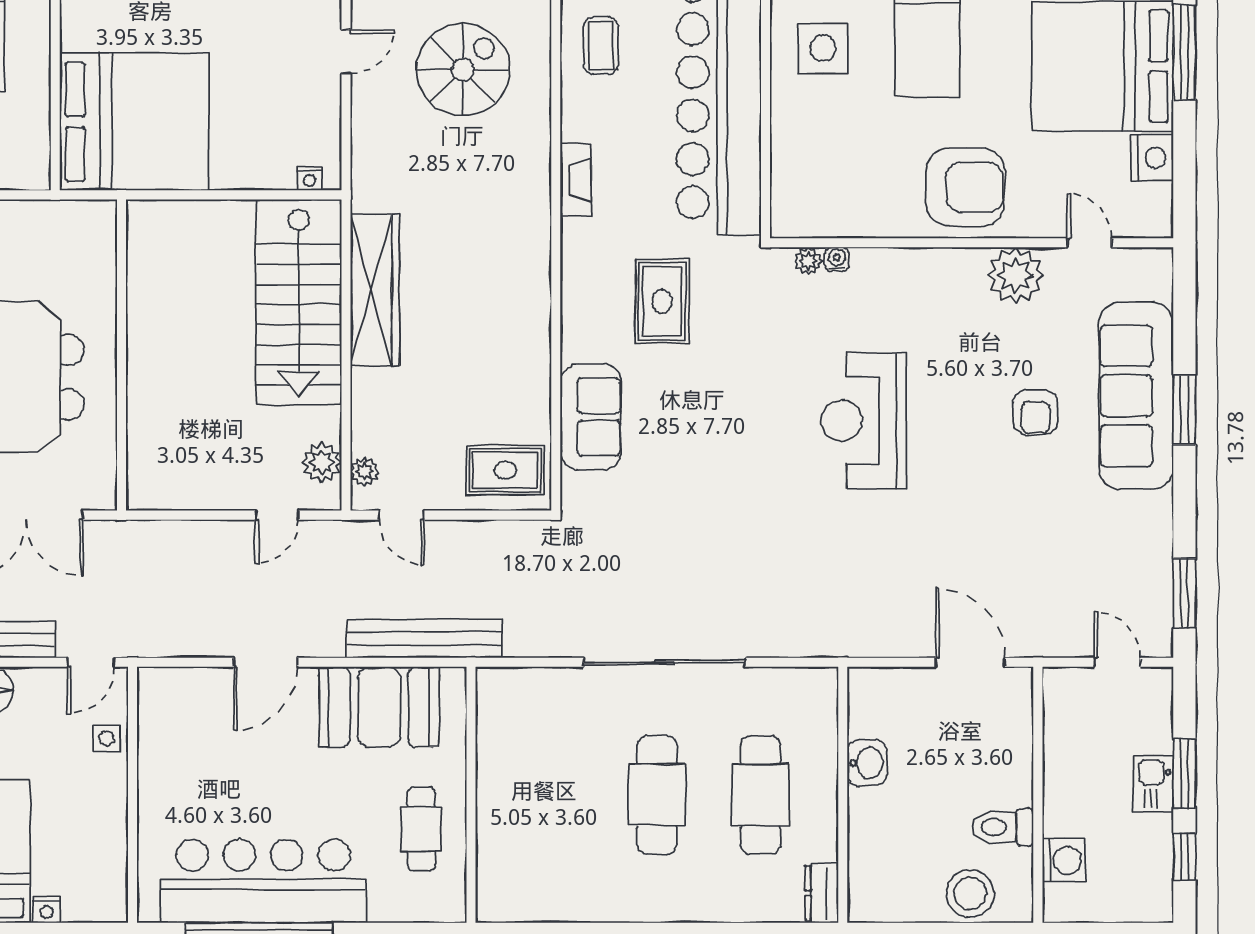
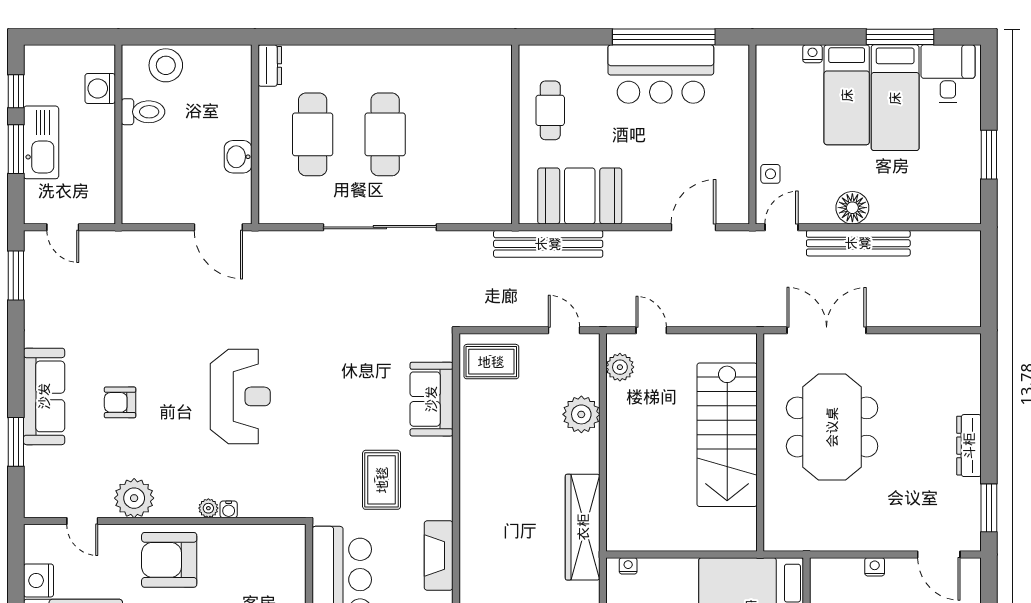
fireplace: (576, 180) -> (439, 556), width x1.37, depth x1.32
water cooler: (837, 259) -> (229, 509), moved
plant: (808, 261) -> (208, 508), moved
wardrobe: (375, 290) -> (583, 527), moved
stairs: (299, 302) -> (727, 435), moved, turned 180
sofa: (1136, 396) -> (44, 396), width x0.74, depth x0.79
window: (1184, 410) -> (16, 442), moved
armchair: (1035, 412) -> (120, 402), turned -90
plant: (364, 472) -> (581, 414), moved, width x1.87, depth x1.87
door: (277, 515) -> (651, 330), hinge flipped
door: (265, 662) -> (693, 227), moved
door: (970, 662) -> (218, 227), moved
kitchen sink: (1153, 783) -> (41, 142), width x1.88, depth x1.24
bar counter: (263, 881) -> (661, 74), width x0.73

